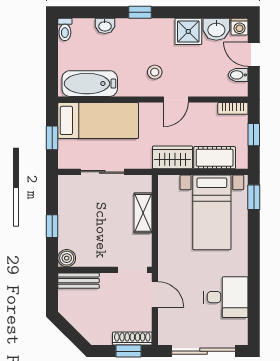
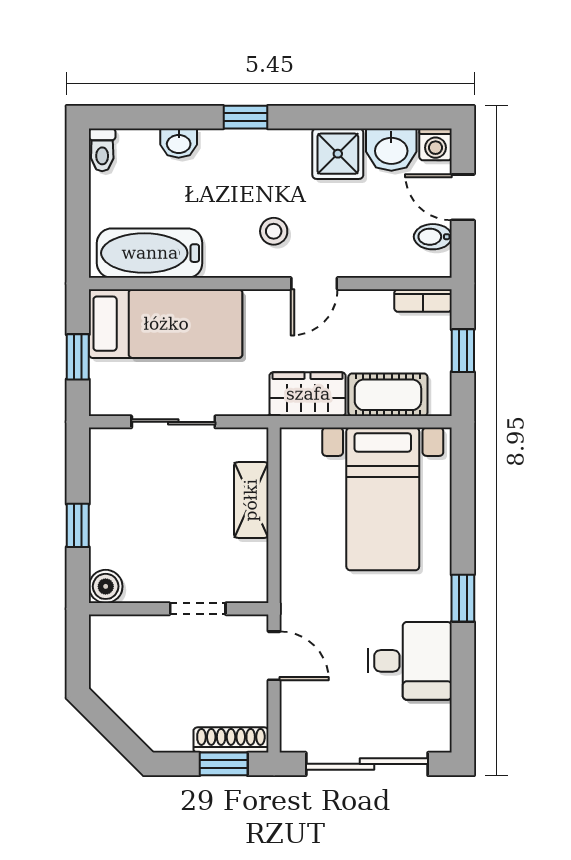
window: (254, 197) -> (463, 598), moved
doorway: (132, 270) -> (198, 609), moved
bench: (79, 281) -> (128, 629), removed

